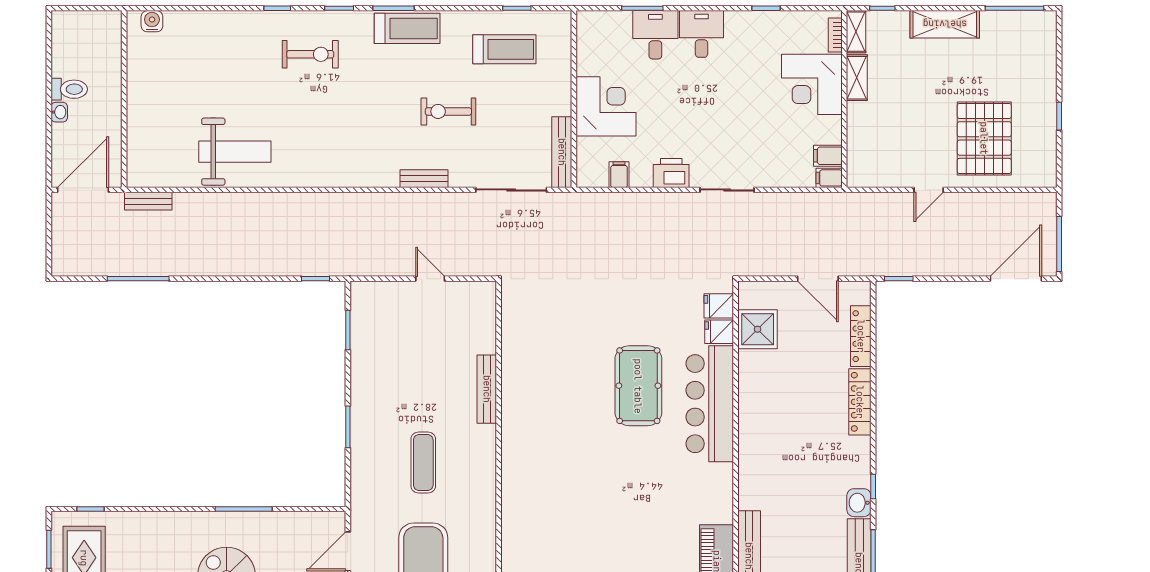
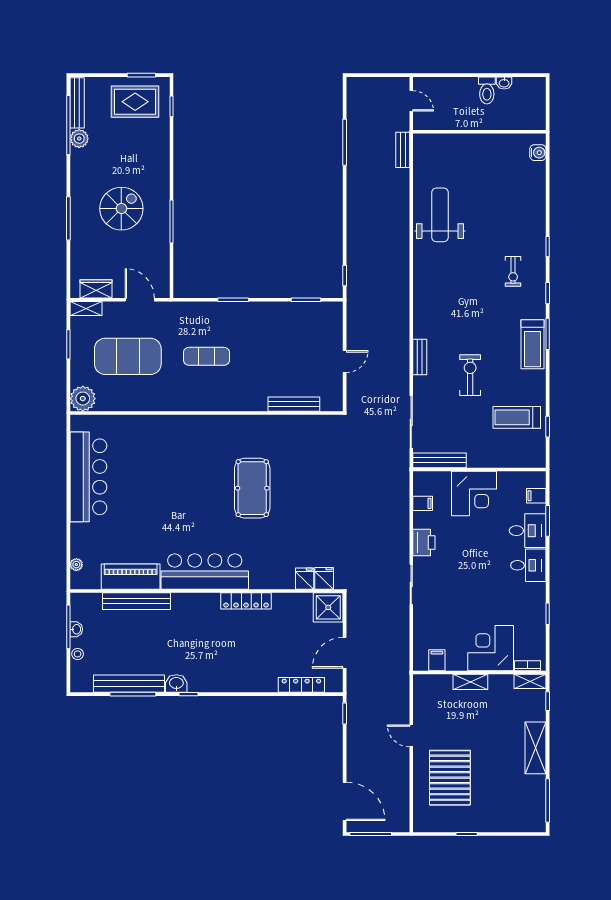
treadmill: (504, 49) -> (517, 417), turned 90
exercise bike: (310, 54) -> (513, 271), width x0.73, depth x0.72
shelving: (857, 78) -> (470, 682), moved
washbasin: (59, 112) -> (504, 83), moved
pallet: (984, 138) -> (450, 778), turned 90
weight bench: (235, 152) -> (440, 215), turned 180
filing cabinet: (829, 178) -> (536, 496), moved, turned -90
door: (83, 190) -> (411, 101), width x0.53
shower: (758, 329) -> (328, 607), moved
pool table: (638, 386) -> (252, 488), moved, turned 90
bench: (487, 389) -> (294, 404), moved
locker: (860, 402) -> (246, 601), moved, turned 180
bar counter: (710, 404) -> (205, 572), moved

